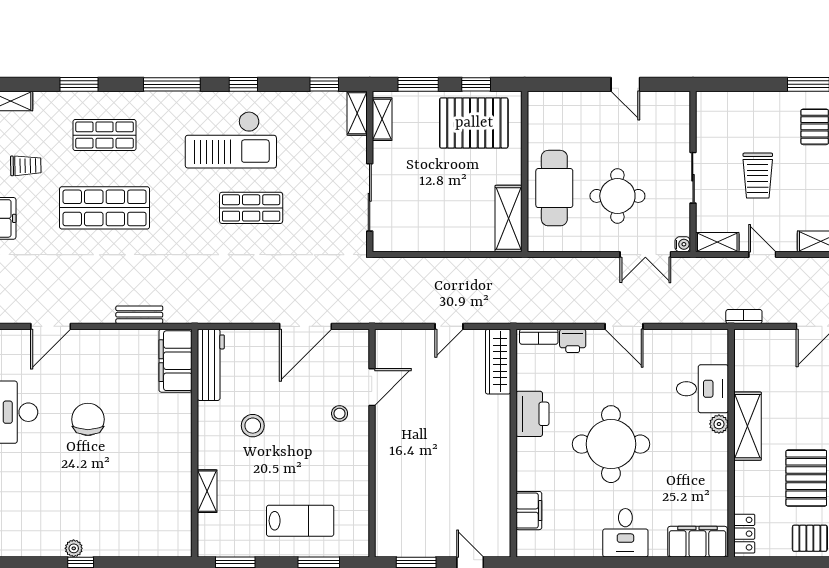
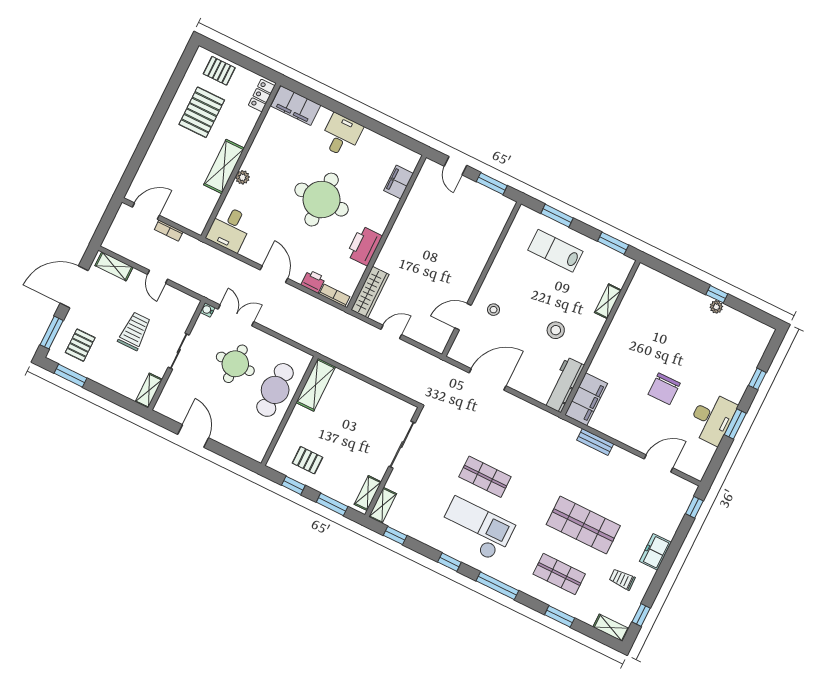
door: (625, 84) -> (193, 436), width x1.38
pallet: (474, 123) -> (308, 460), width x0.49, depth x0.50
shelving: (717, 242) -> (149, 391), moved, turned 90
bookcase: (744, 316) -> (169, 231), moved
desk: (702, 389) -> (229, 228), moved, turned -90

